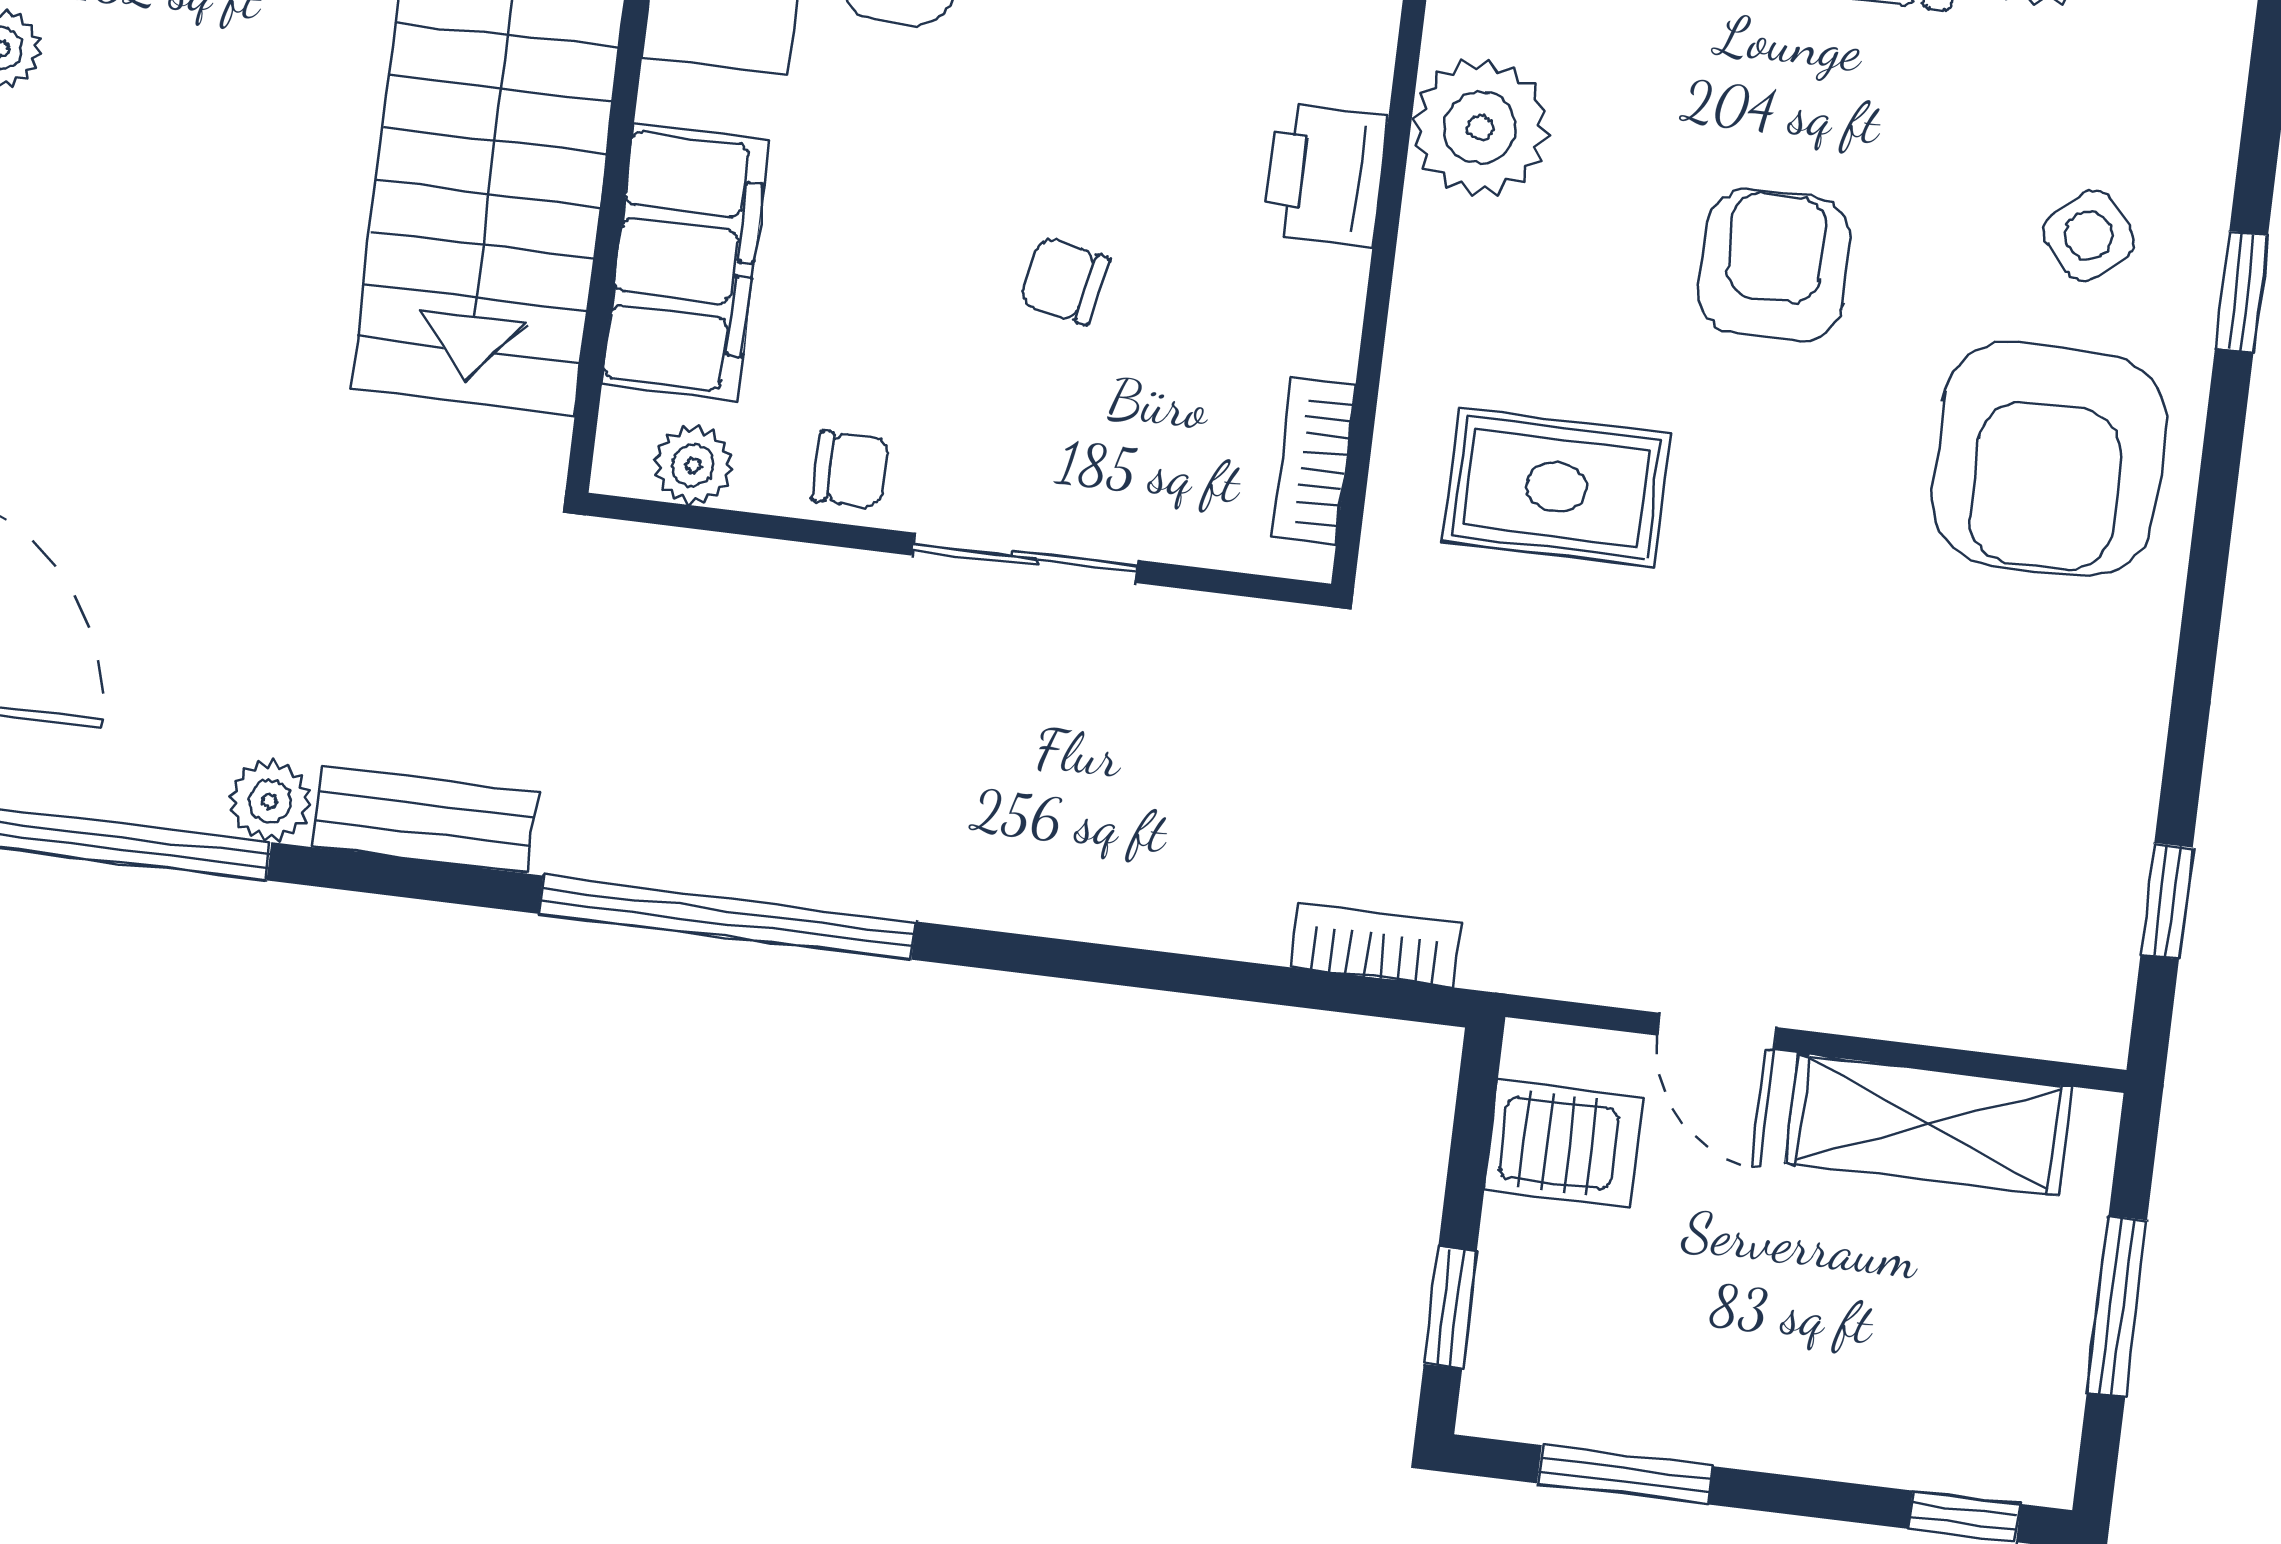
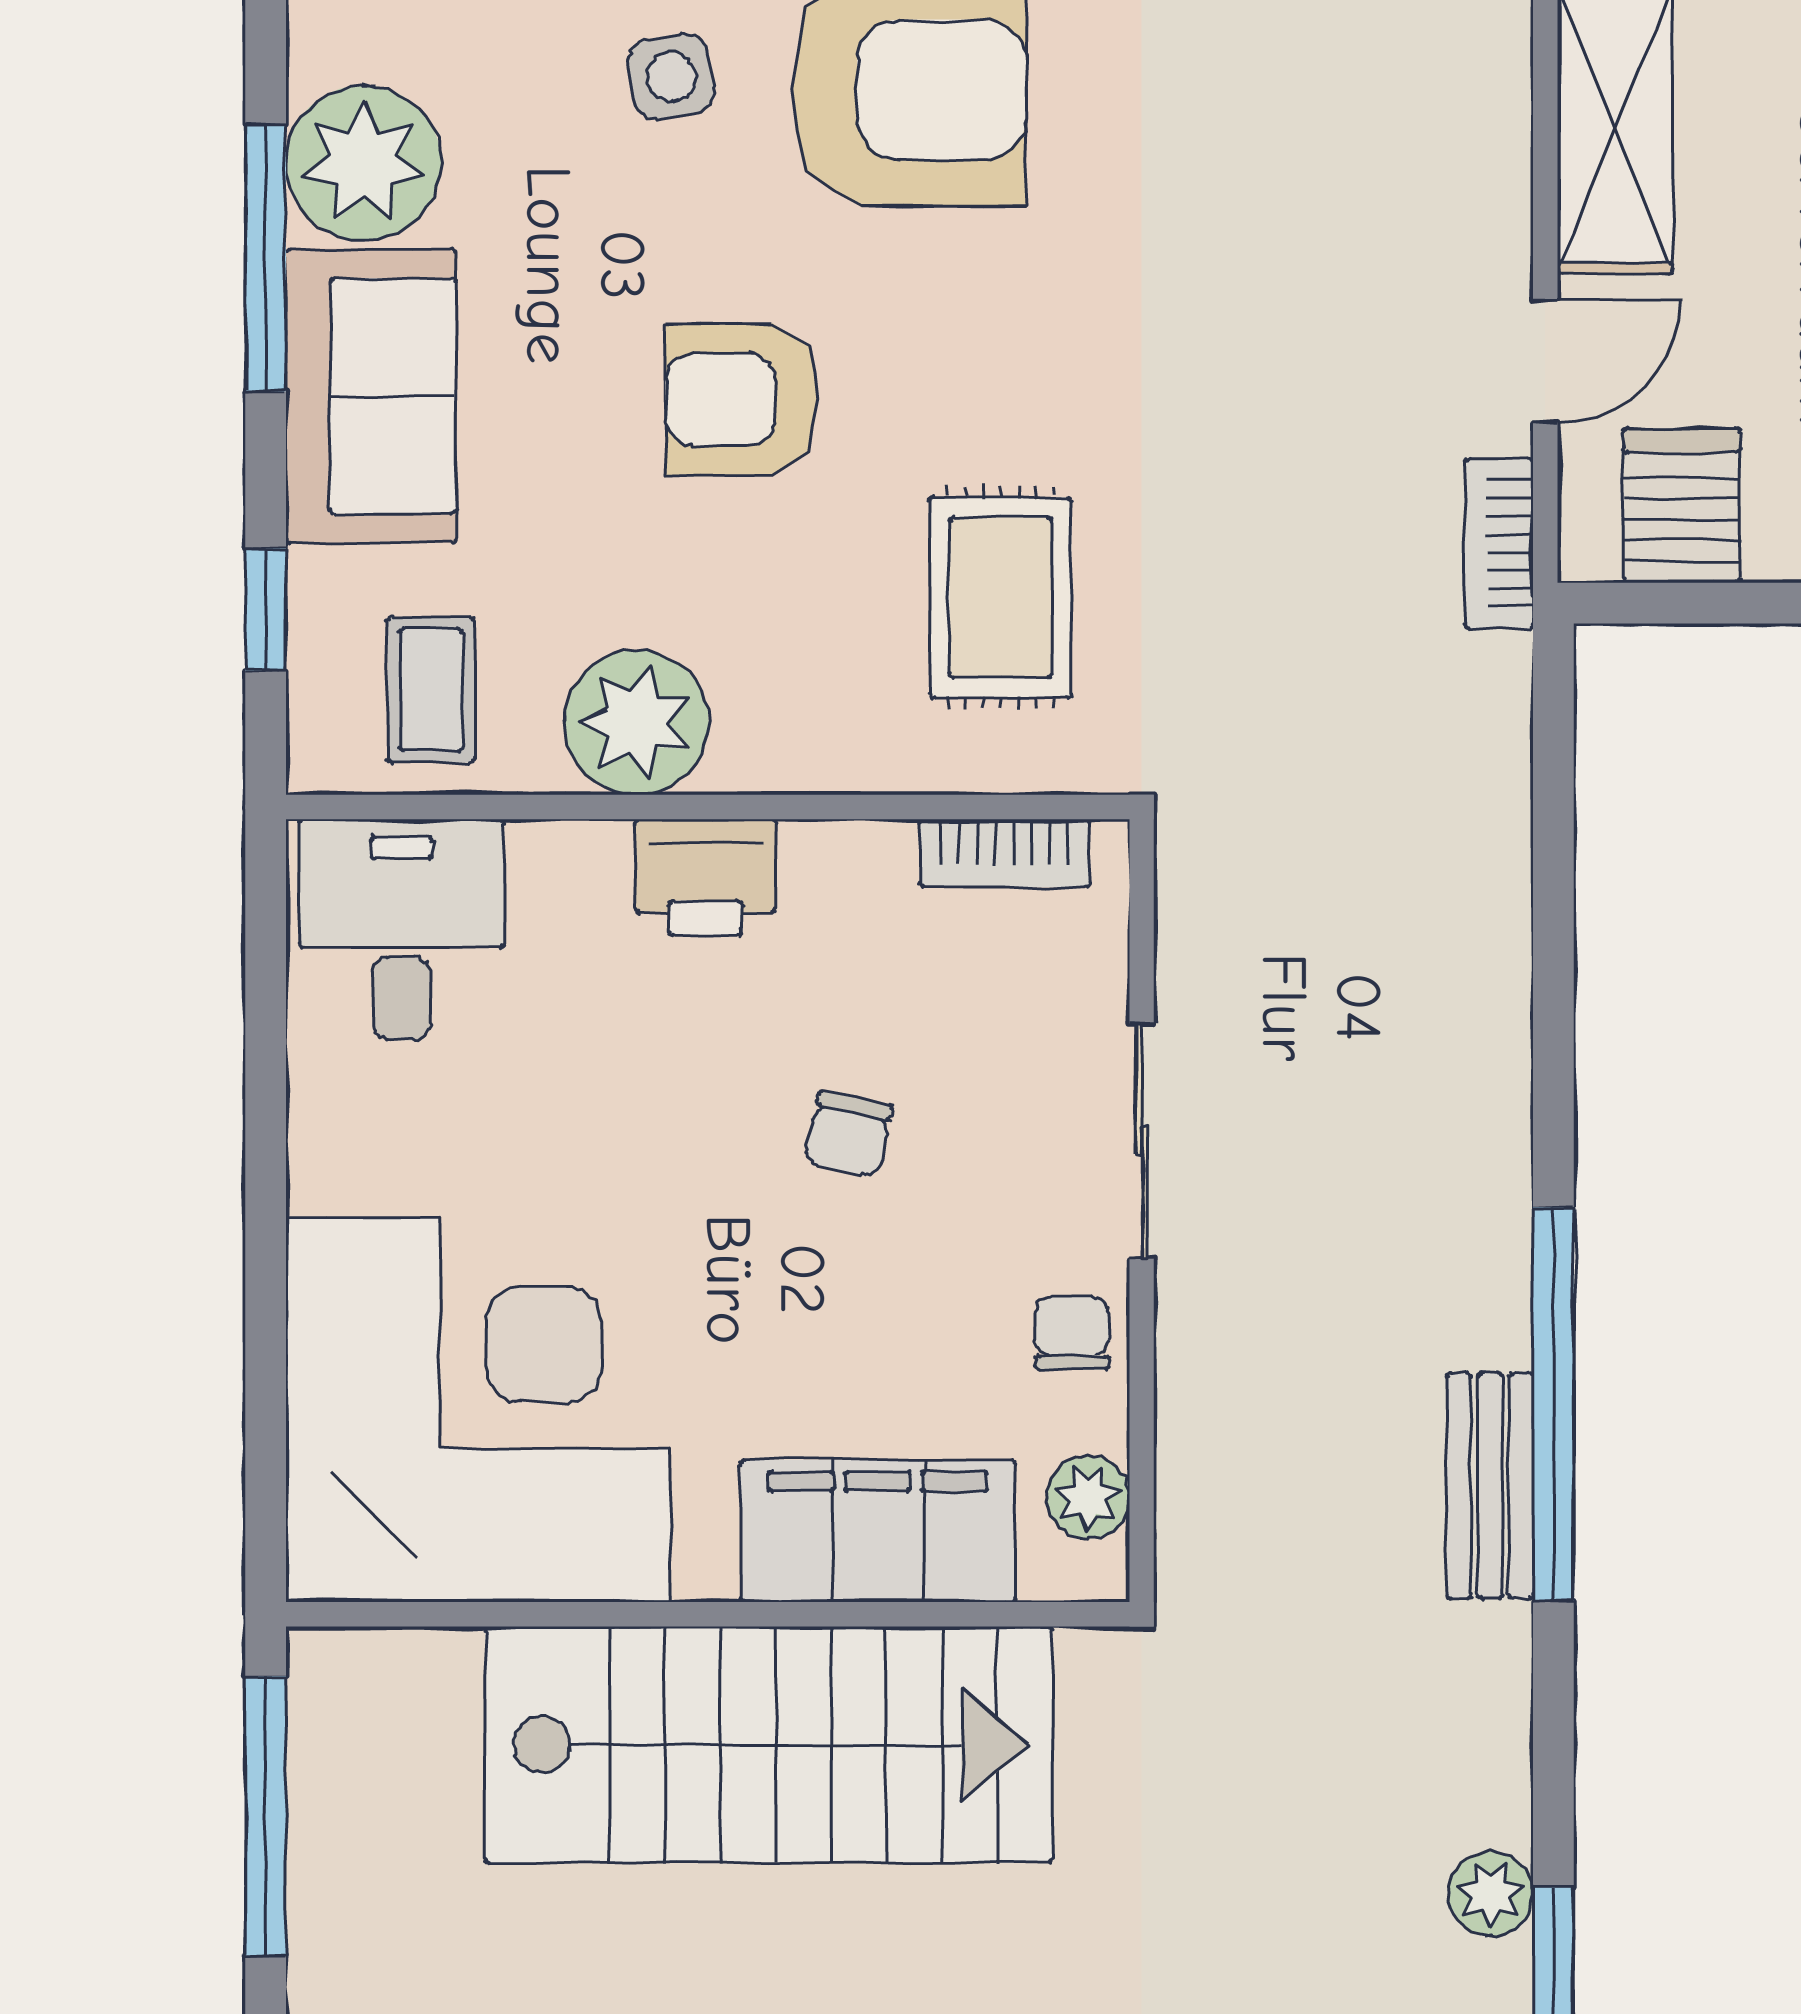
side table: (2089, 235) -> (671, 77), turned 32
bench: (425, 820) -> (1490, 1486), moved
bookcase: (1376, 945) -> (1499, 544), moved

